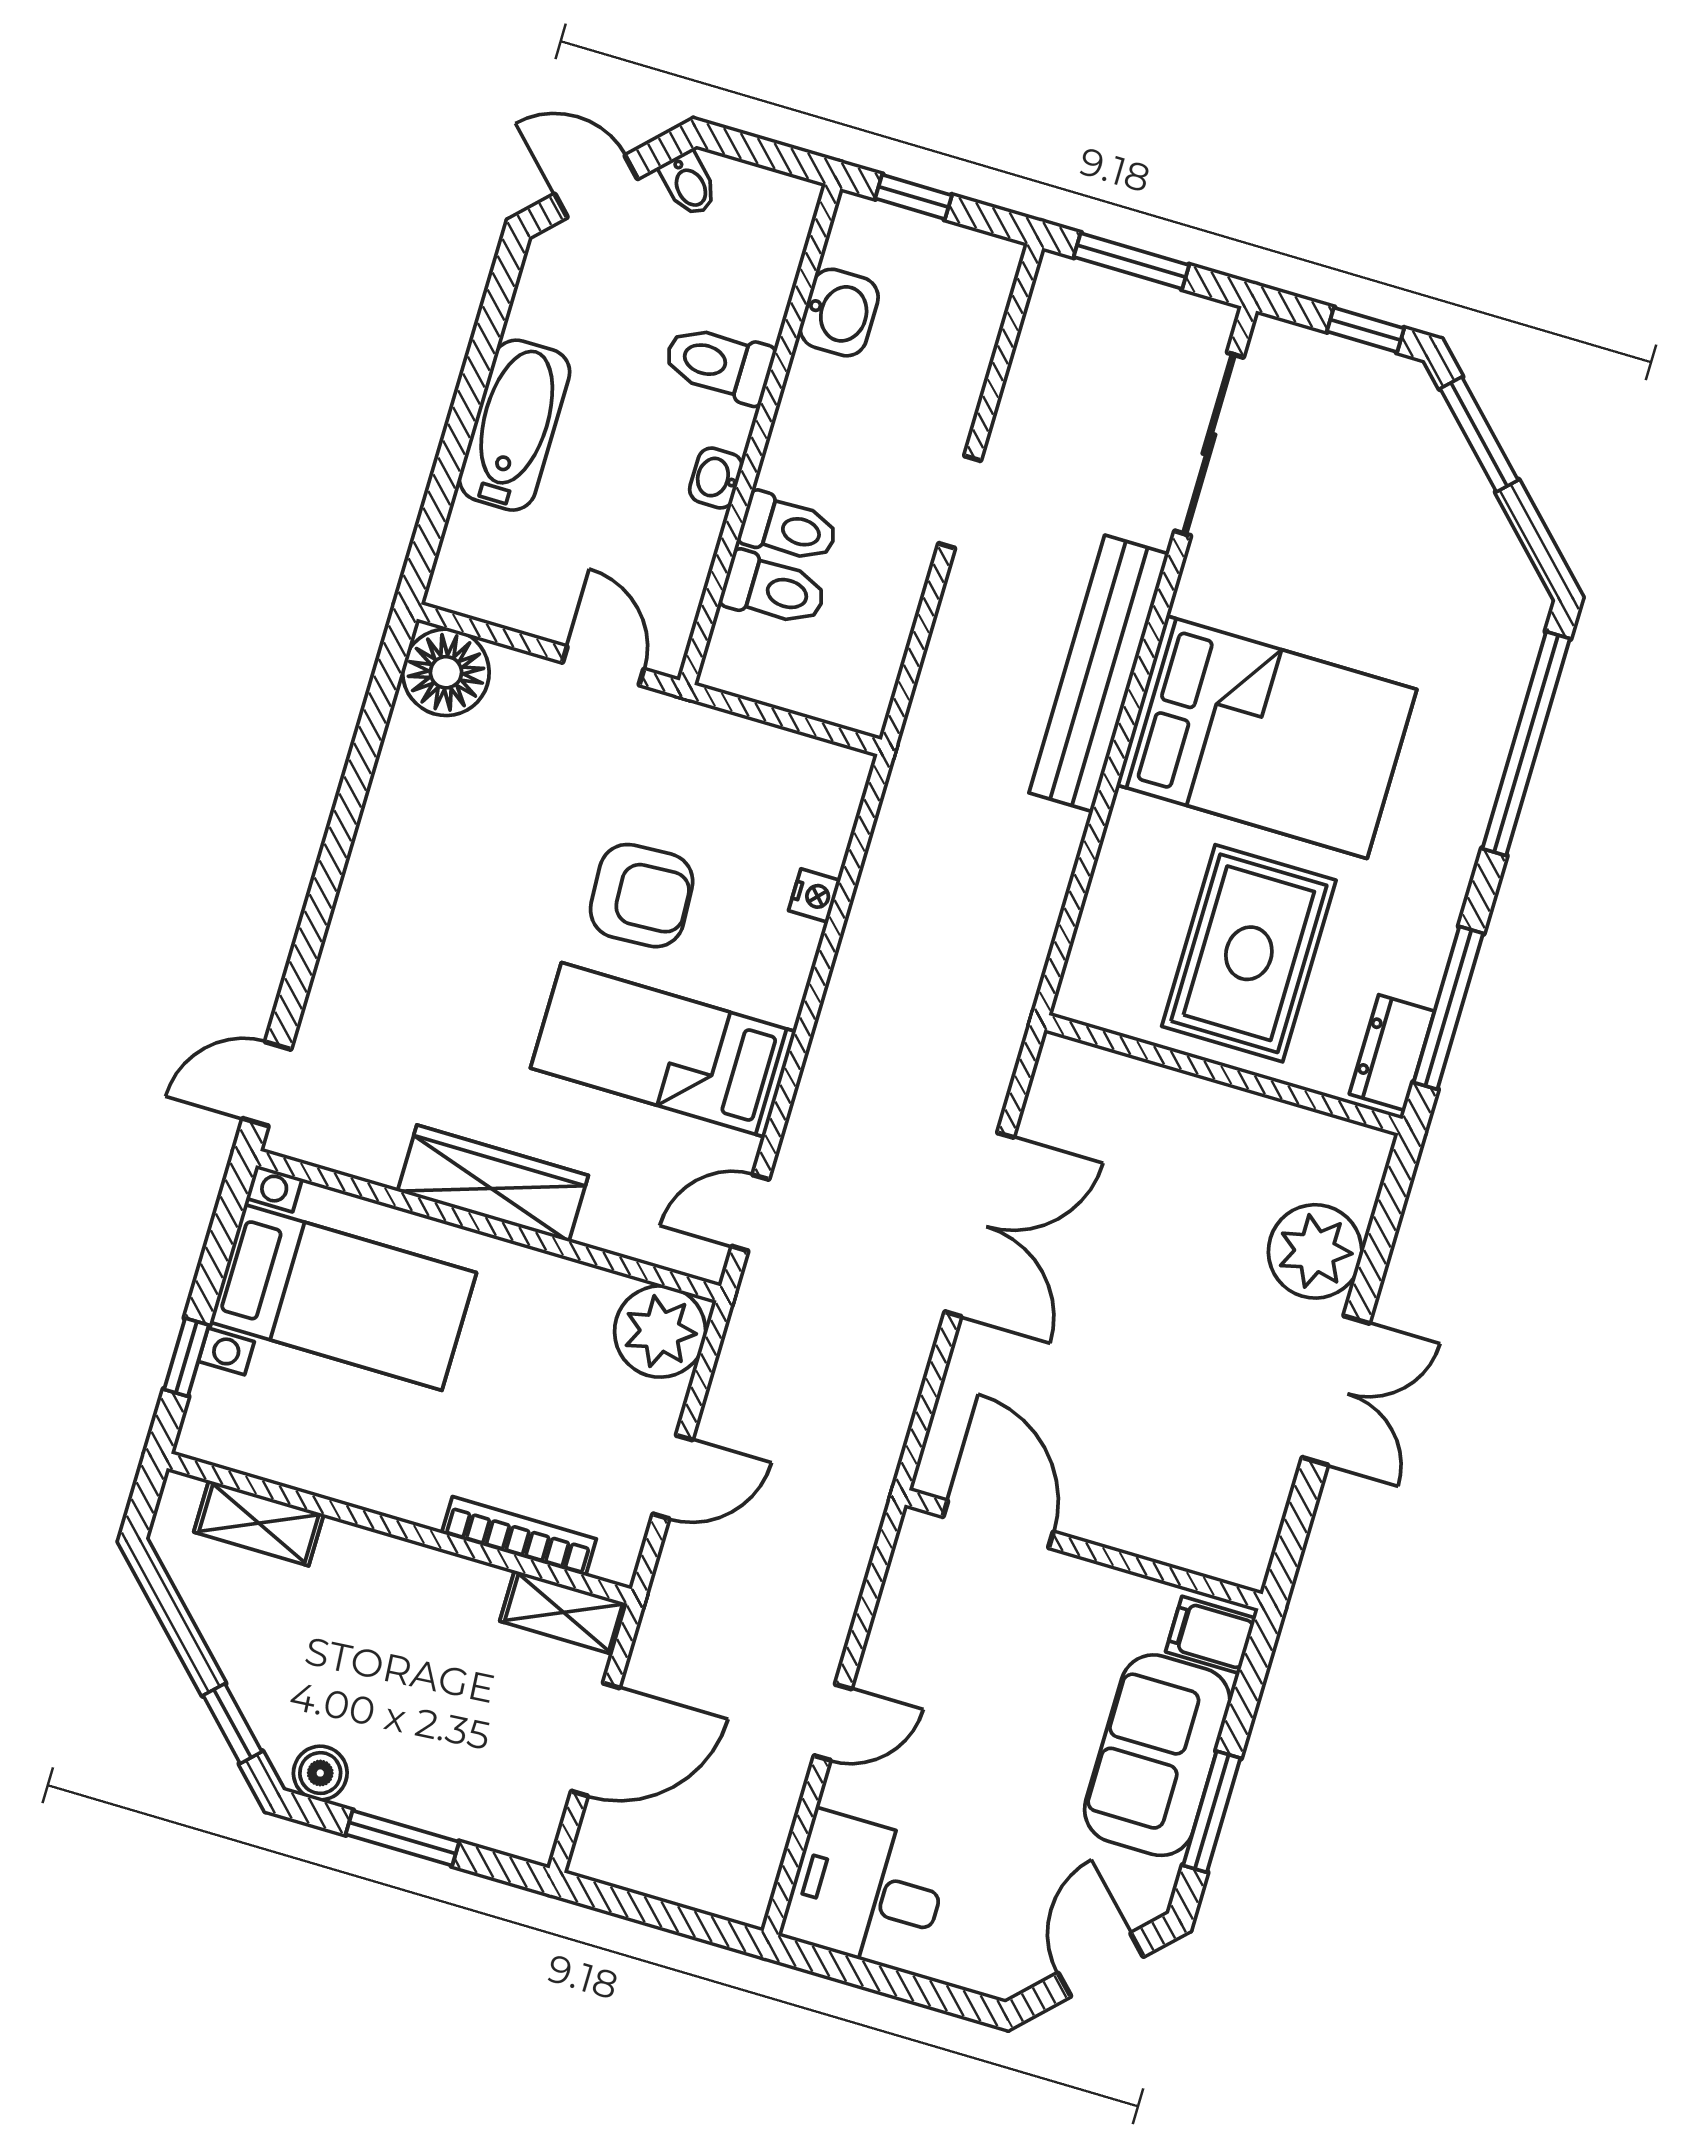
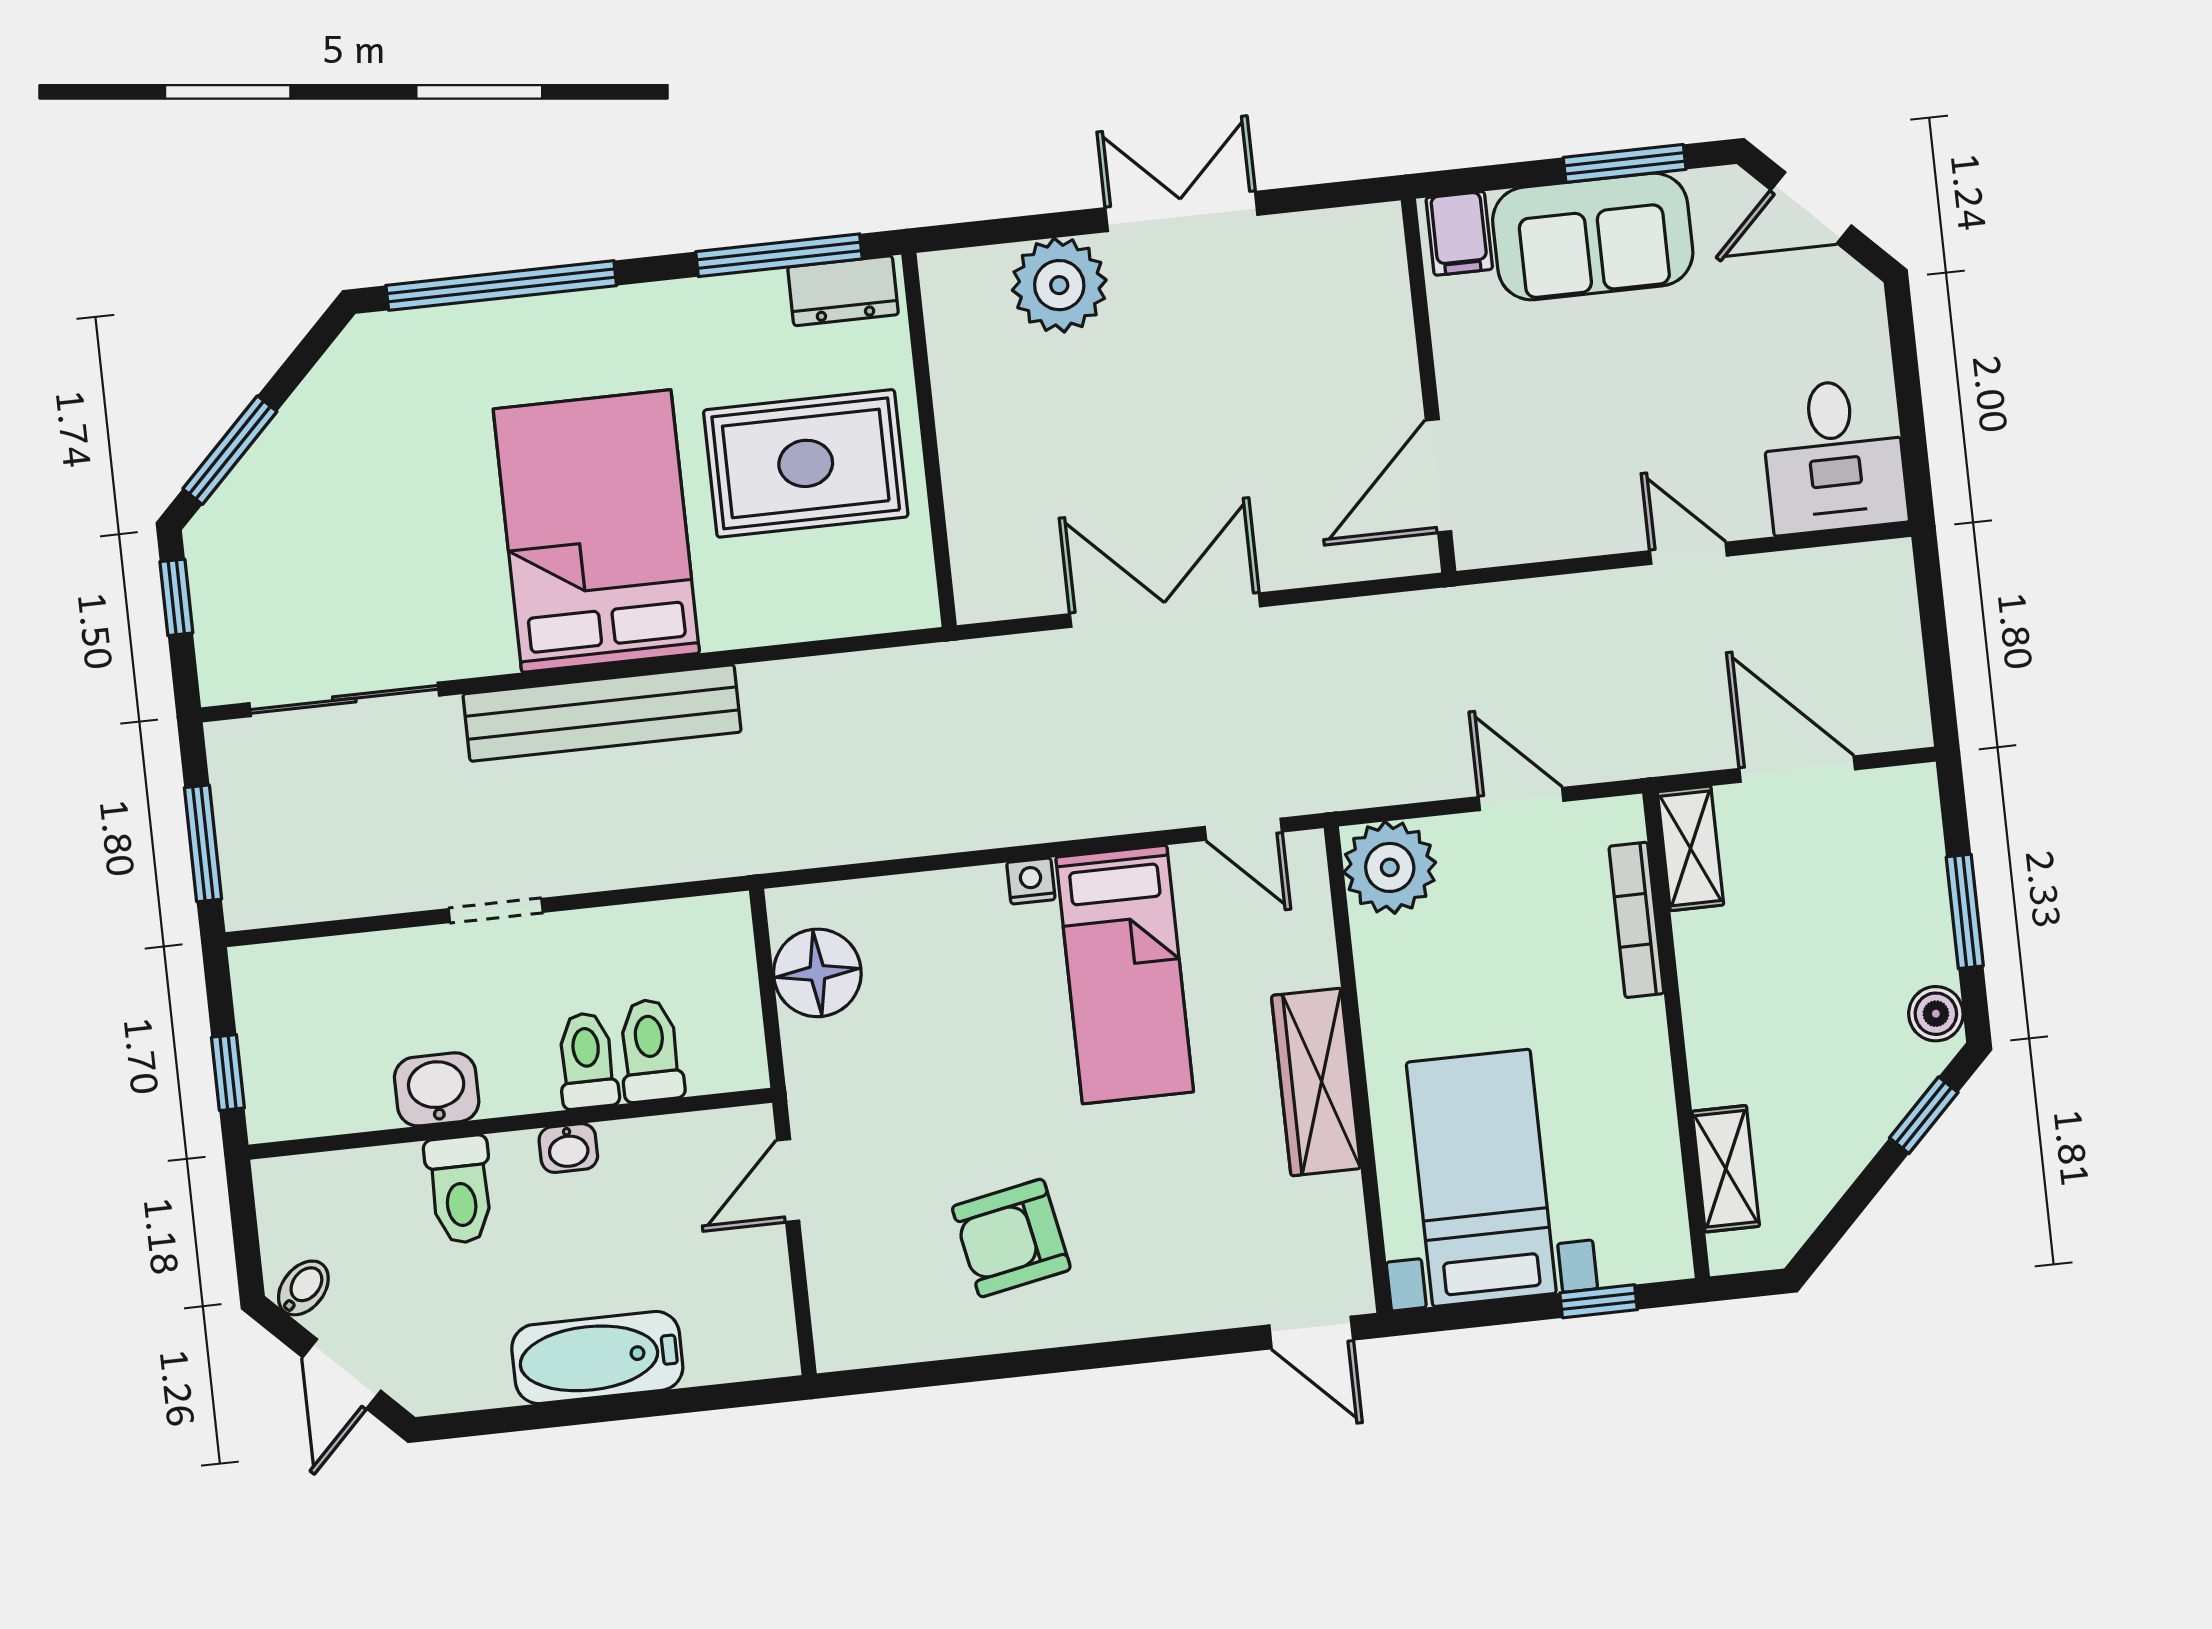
washbasin: (839, 313) -> (437, 1089), moved
floor lamp: (446, 672) -> (817, 973), moved
nightstand: (814, 895) -> (1031, 881), moved
armchair: (642, 896) -> (1011, 1238), moved, turned -98

